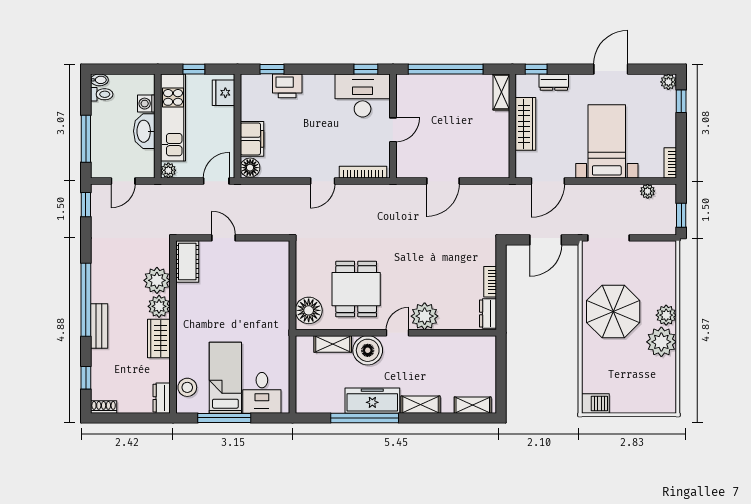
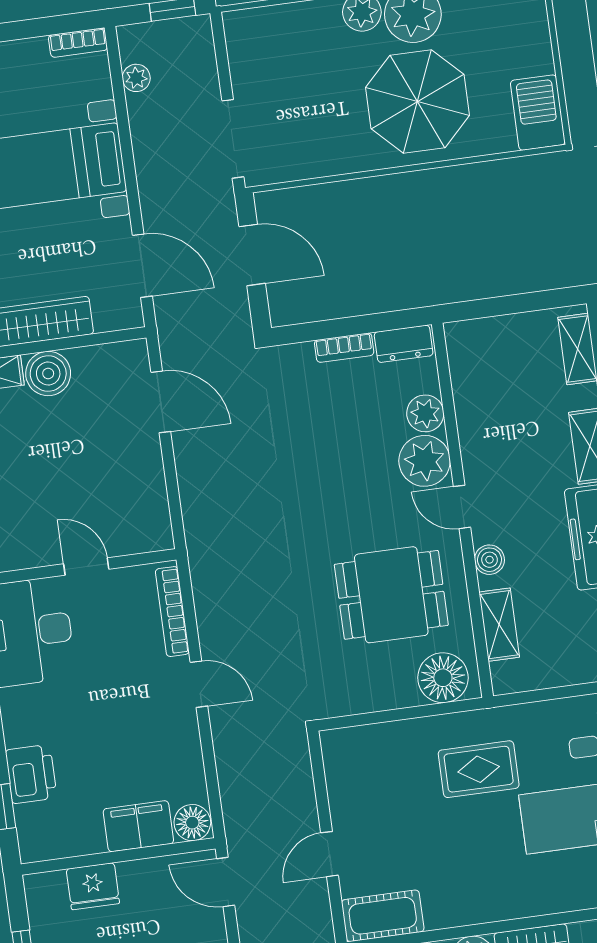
fridge: (224, 93) -> (93, 886), moved
boiler: (498, 124) -> (48, 374), added
door: (443, 181) -> (161, 402), moved
parasol: (613, 311) -> (417, 101), moved
plant: (450, 320) -> (425, 413), added
rug: (258, 323) -> (479, 769), added
boiler: (368, 350) -> (489, 560), width x0.54, depth x0.54
barbecue: (595, 403) -> (538, 113), width x1.38, depth x1.27

